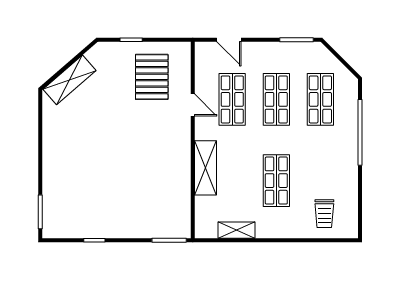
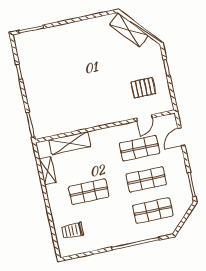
pallet: (152, 77) -> (143, 88), width x0.67, depth x0.71
door: (193, 105) -> (144, 118), moved
shelving: (205, 168) -> (70, 143), moved

